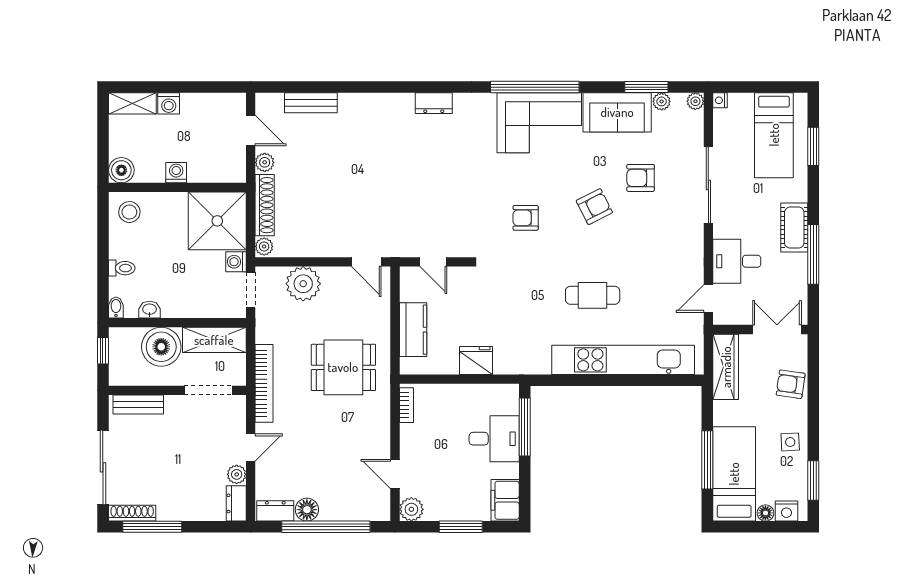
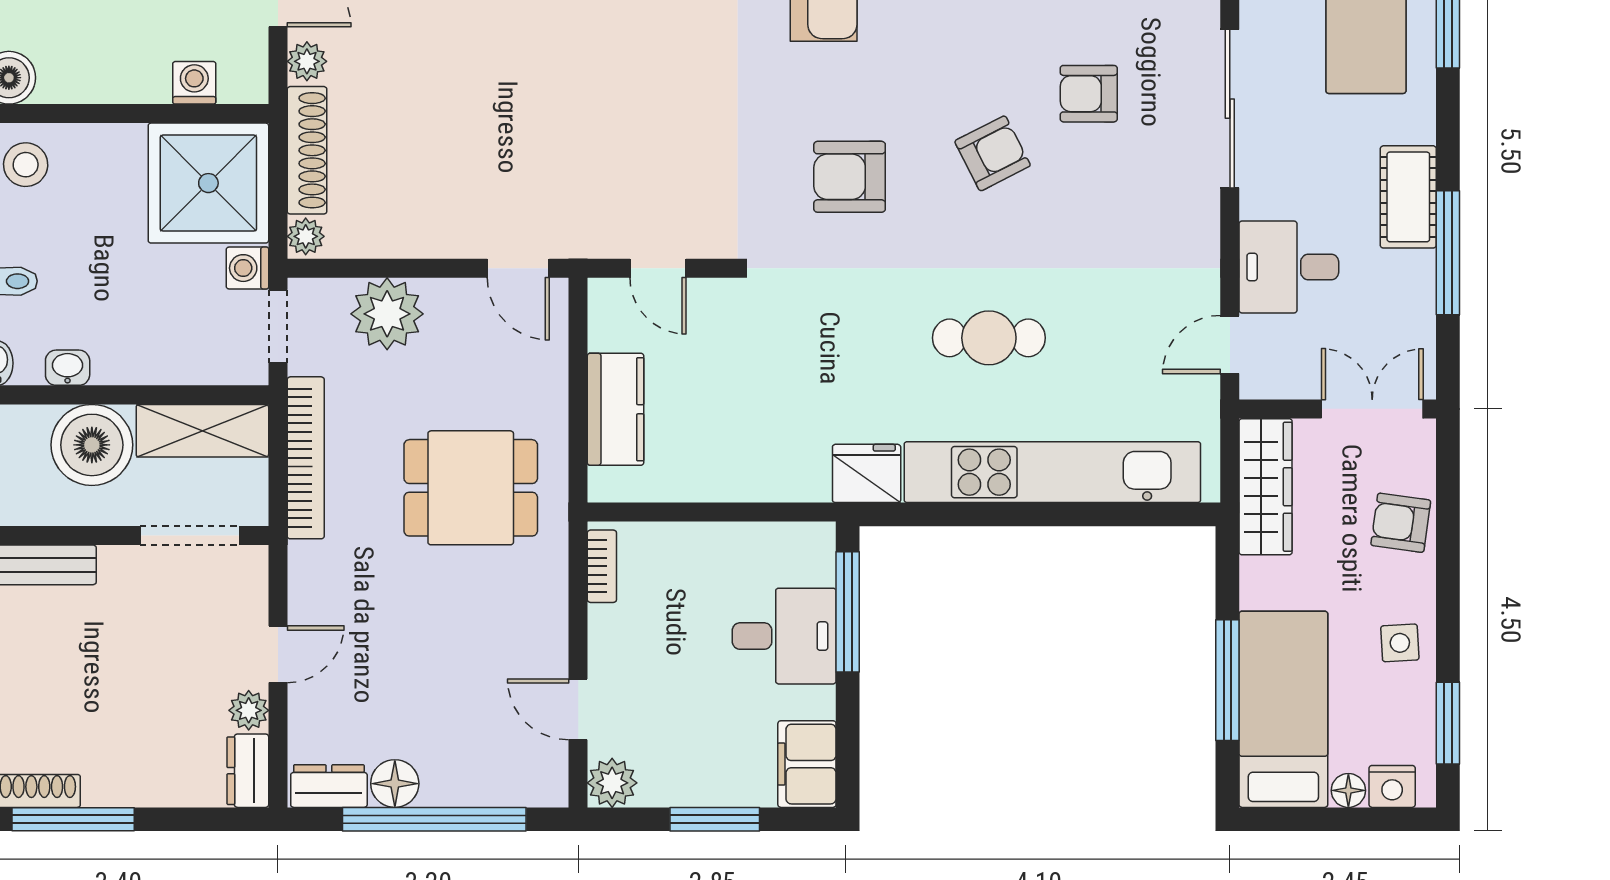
washing machine: (176, 173) -> (194, 83), moved
armchair: (526, 218) -> (850, 177), width x1.38, depth x1.38
fridge: (476, 361) -> (867, 473), moved
bookcase: (264, 383) -> (306, 458), moved

